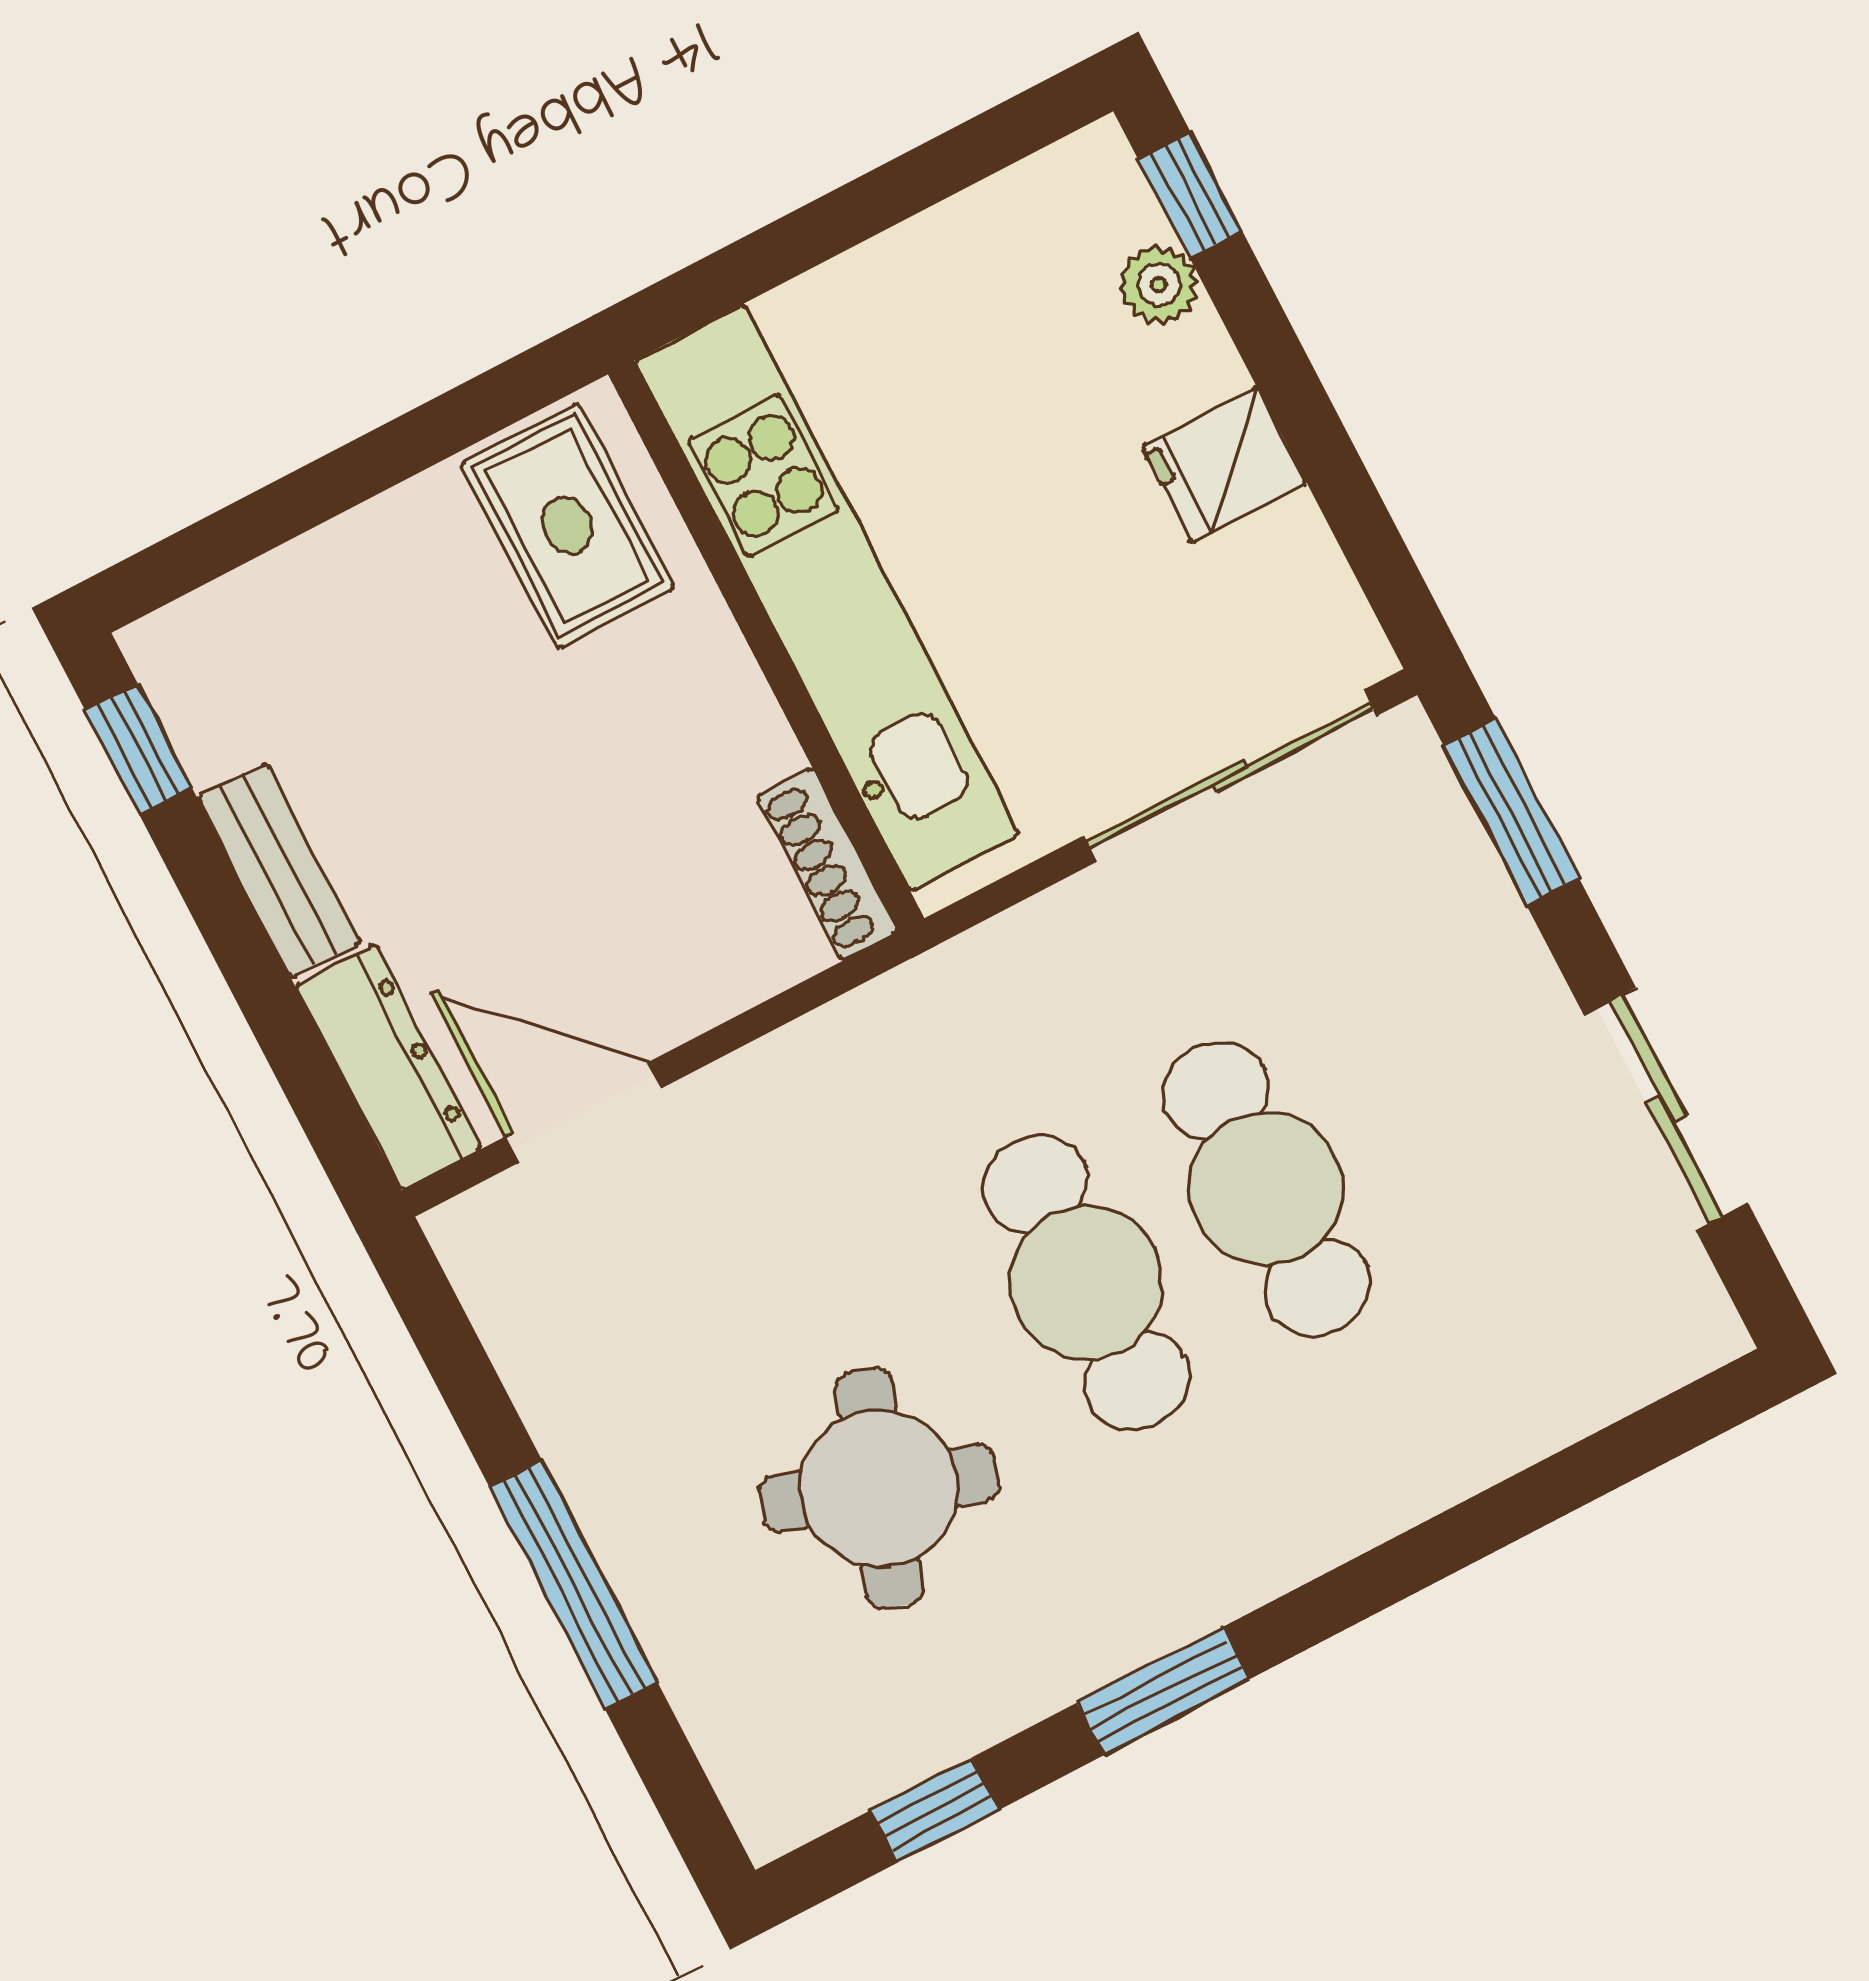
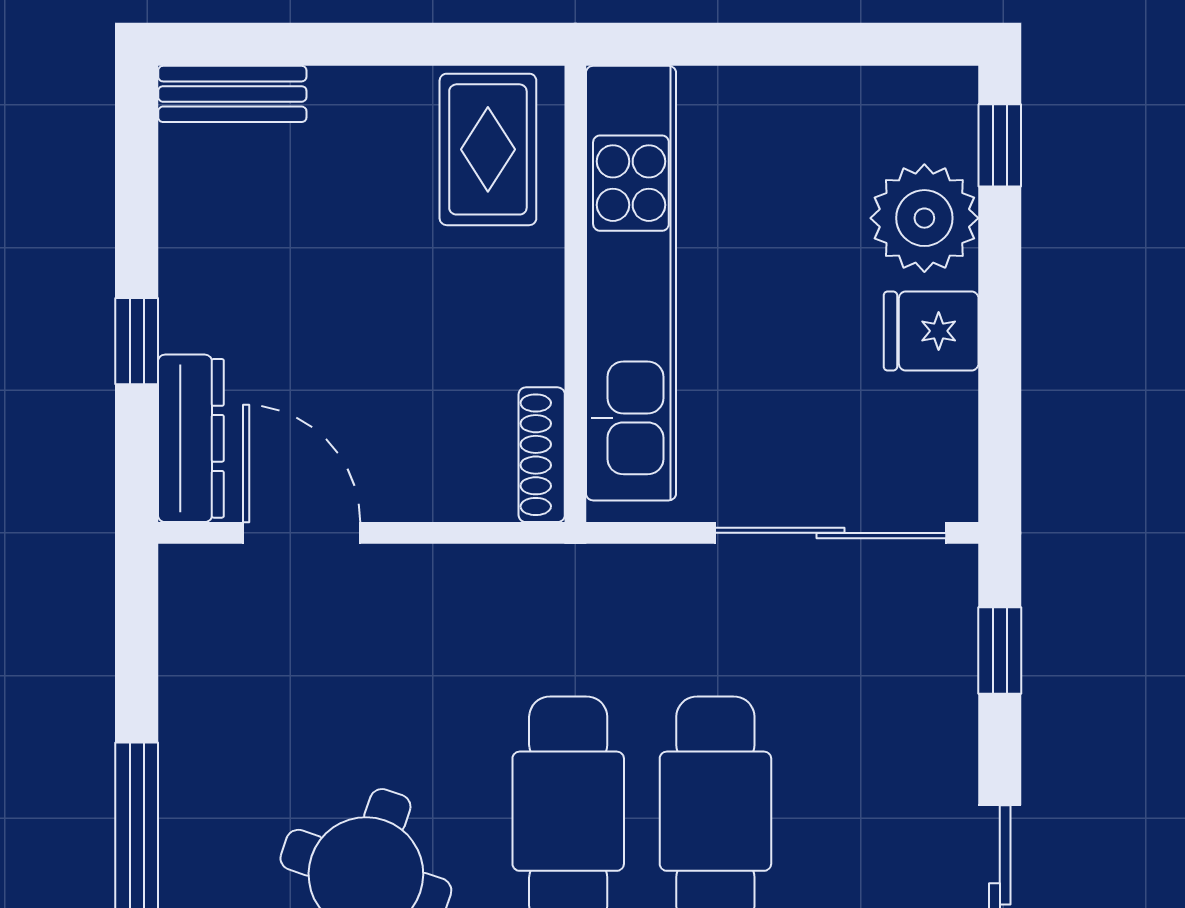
plant: (1159, 285) -> (924, 218), width x1.88, depth x1.88
window: (138, 749) -> (137, 341), moved
window: (1511, 812) -> (1000, 651), width x0.67
bench: (279, 870) -> (232, 94), moved, turned 90

